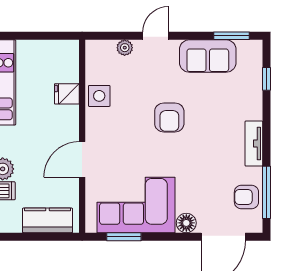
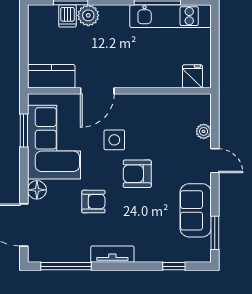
fridge: (67, 94) -> (192, 76), moved
side table: (99, 96) -> (114, 140), moved
door: (82, 159) -> (97, 91), swing flipped
armchair: (246, 197) -> (93, 202), moved, turned 90
kitchen counter: (48, 220) -> (51, 76), moved, turned -90

